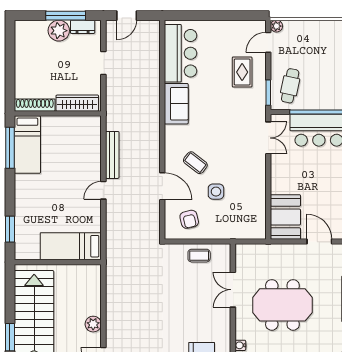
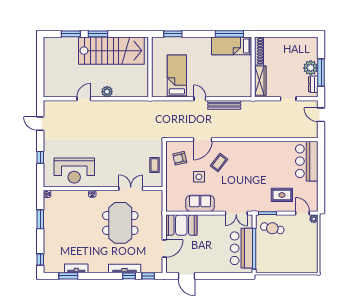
bar counter: (181, 53) -> (307, 161), moved, turned 90
sofa: (176, 104) -> (200, 203), moved, turned 180
bed: (71, 246) -> (177, 76), moved

